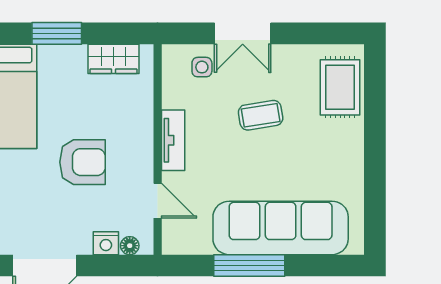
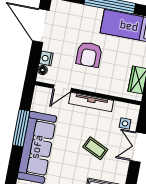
coffee table: (261, 115) -> (95, 148), turned -56
tv unit: (173, 140) -> (91, 102), width x1.41

